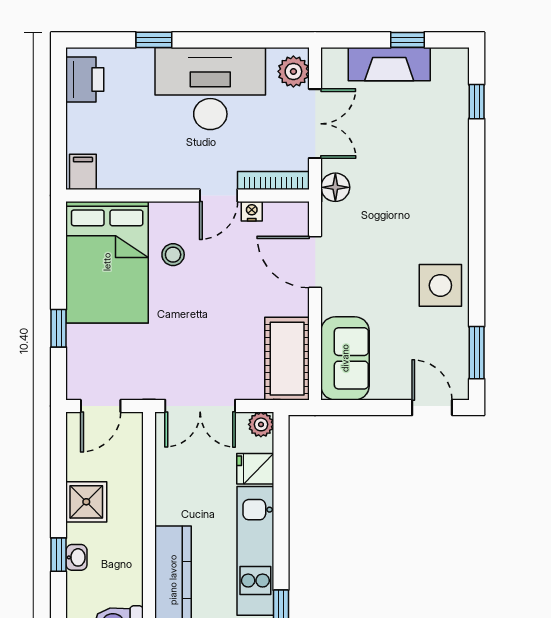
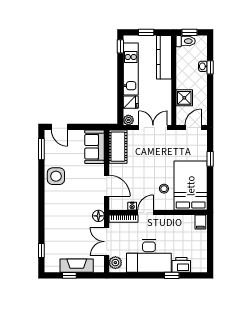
printer: (85, 79) -> (181, 265), moved, turned 90
shower: (86, 502) -> (184, 98), moved

